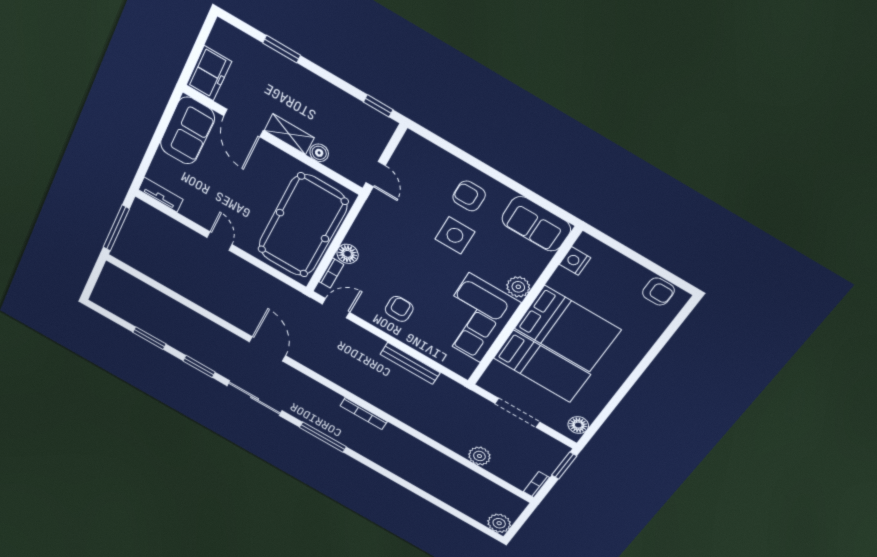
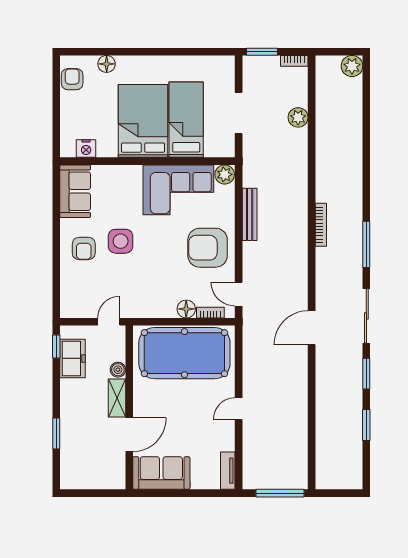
freezer: (209, 73) -> (72, 358), moved, turned 90
plant: (518, 287) -> (225, 174), moved
armchair: (399, 309) -> (208, 248), width x1.88, depth x1.88
floor lamp: (578, 425) -> (107, 64), moved

